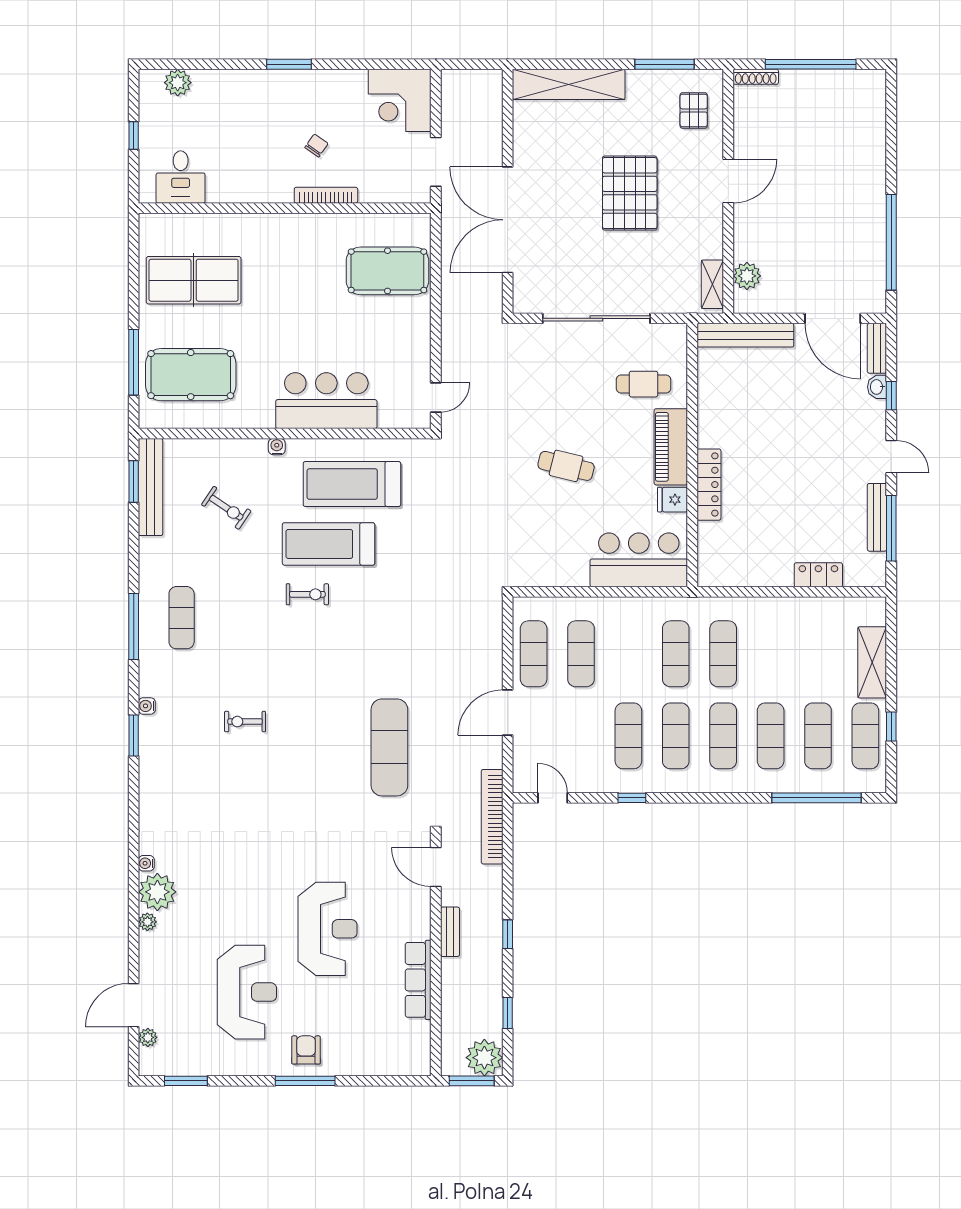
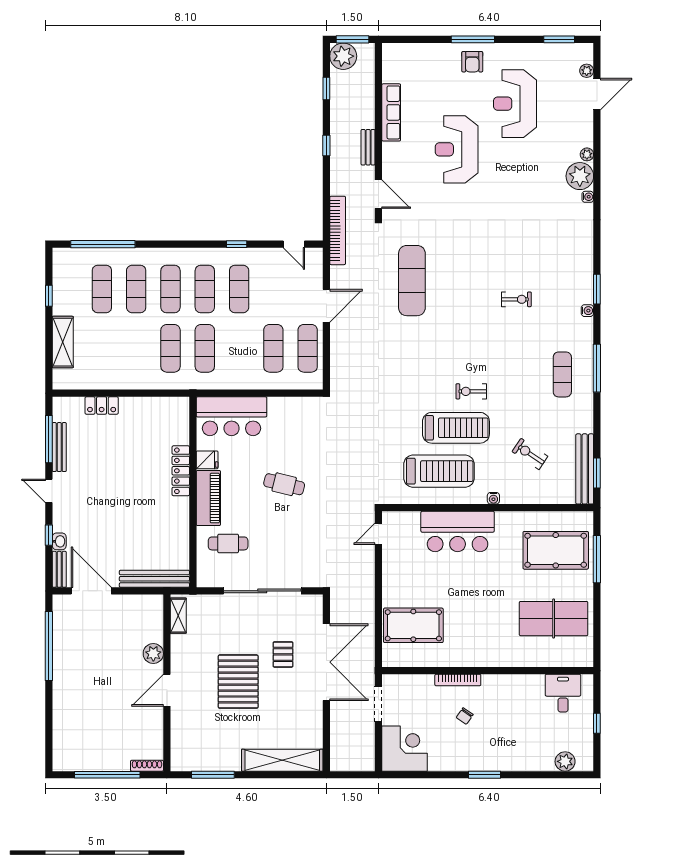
pallet: (694, 110) -> (283, 654), moved
plant: (747, 276) -> (153, 654), moved
exercise mat: (865, 736) -> (68, 289), removed

